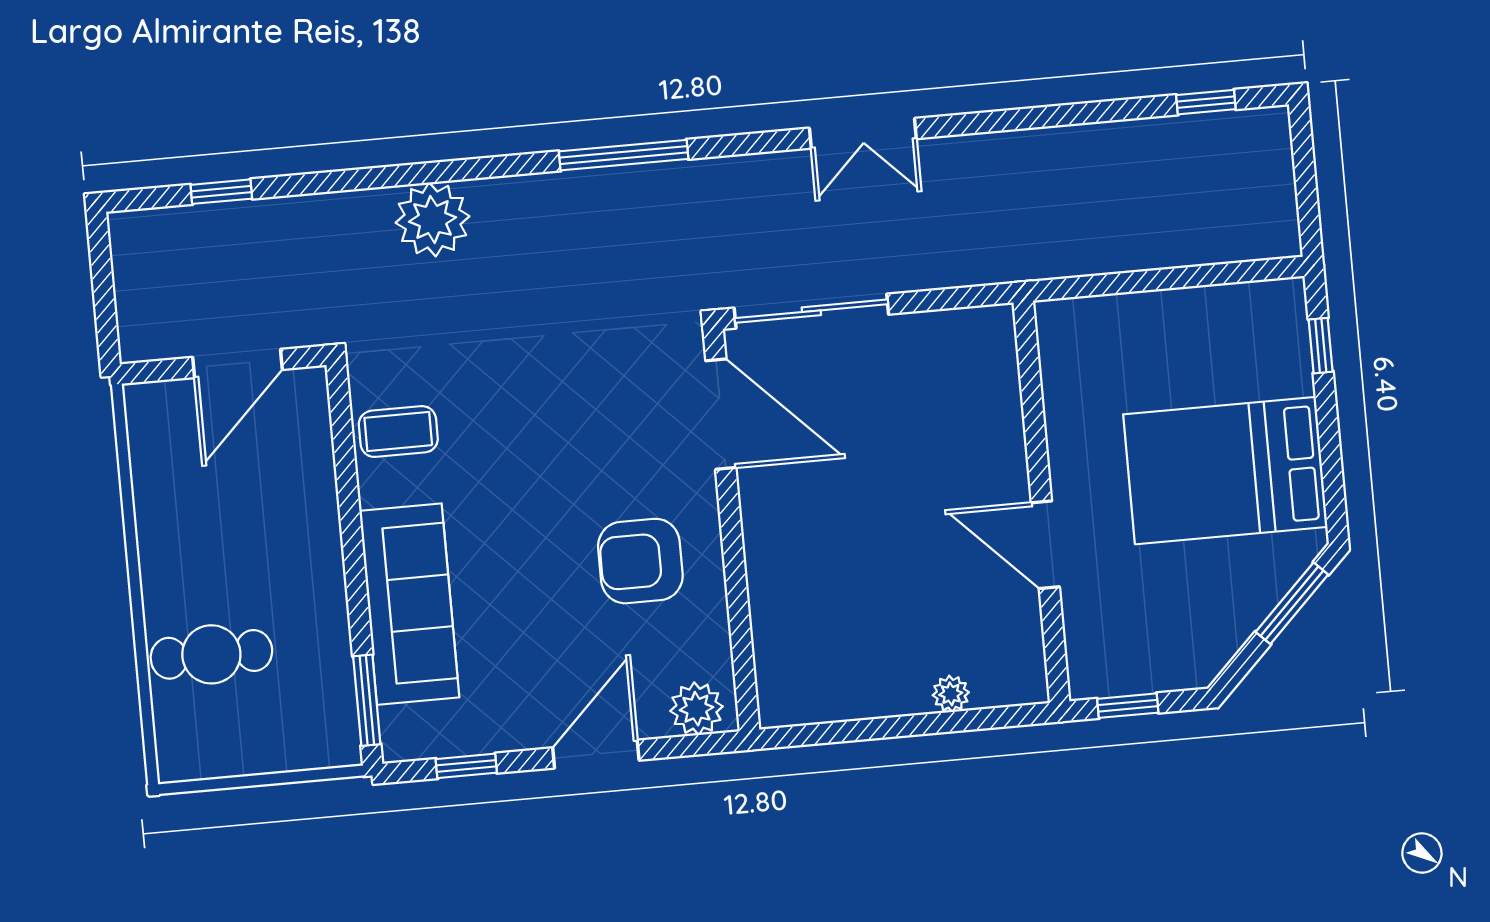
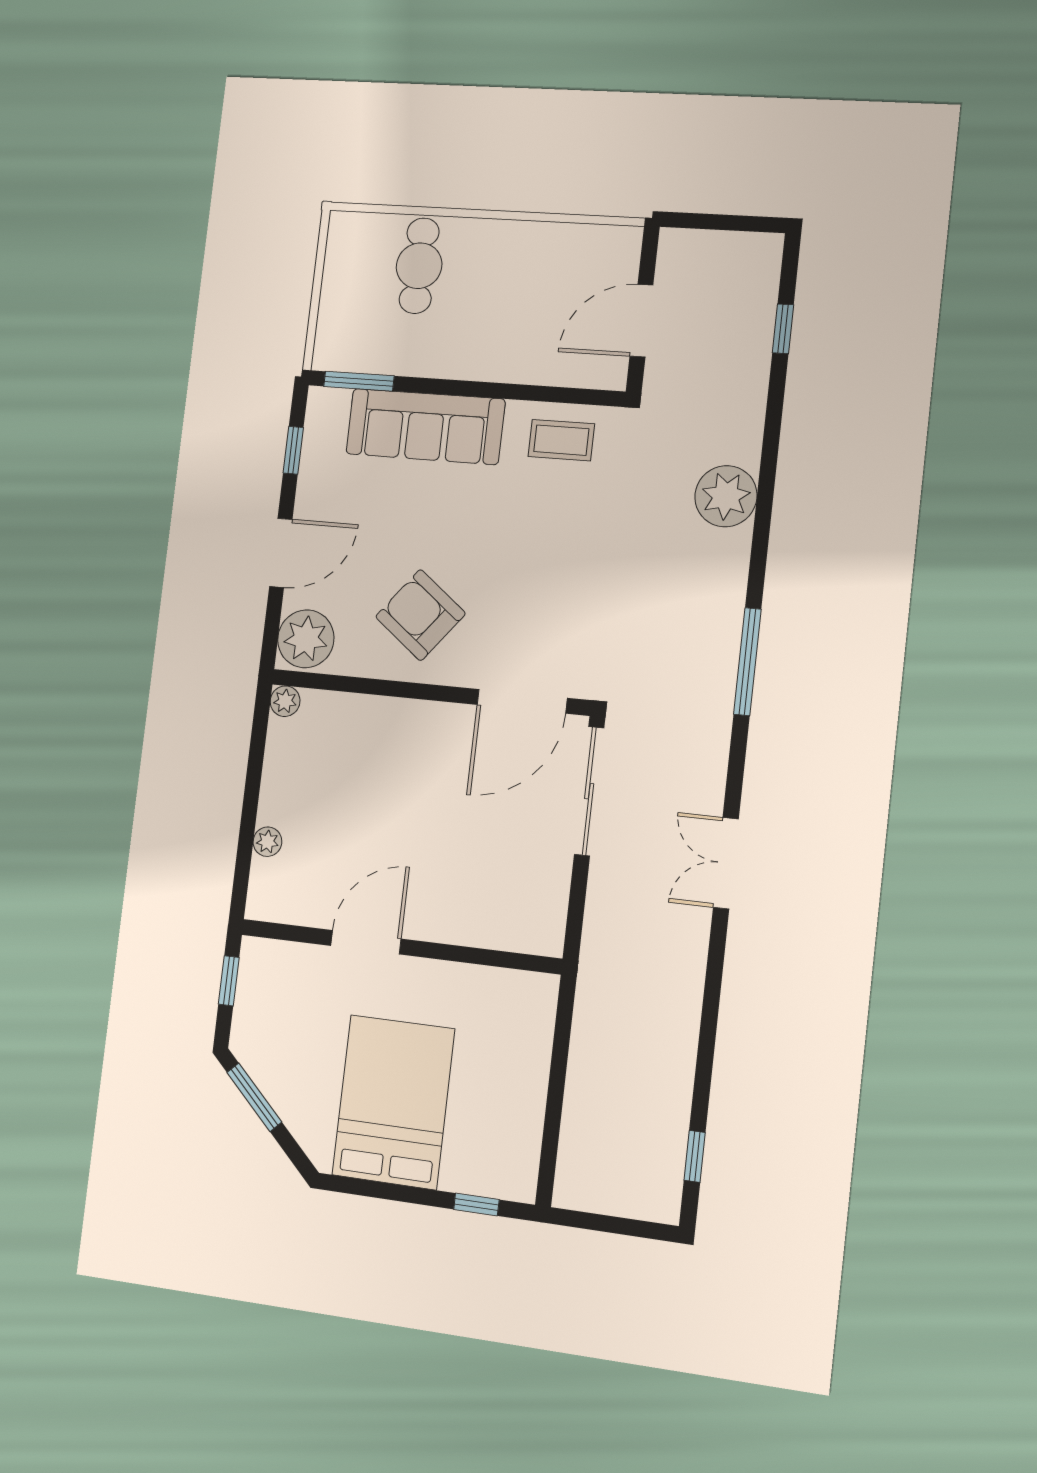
door: (238, 363) -> (641, 321), hinge flipped
coffee table: (398, 432) -> (561, 440), turned 90
armchair: (640, 561) -> (420, 615), turned -52
window: (1292, 603) -> (254, 1097), moved
plant: (696, 709) -> (306, 639), width x1.36, depth x1.36
plant: (776, 709) -> (285, 701), added
door: (596, 754) -> (281, 553), hinge flipped

